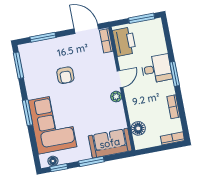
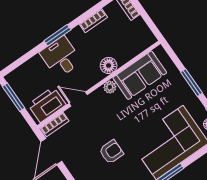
door: (120, 79) -> (78, 99), moved
floor lamp: (138, 128) -> (109, 65), moved
sofa: (110, 143) -> (140, 75), moved, turned -90

